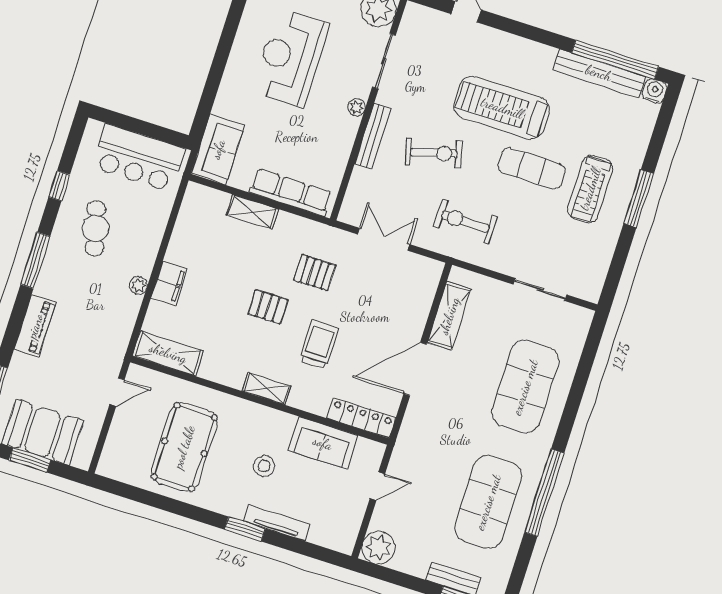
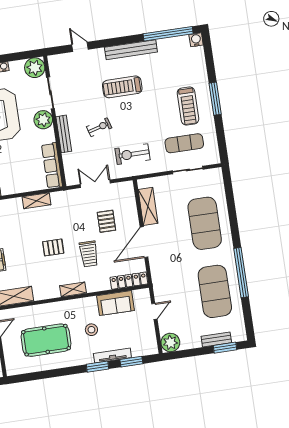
bench: (599, 73) -> (131, 50), moved
plant: (357, 107) -> (43, 120), width x1.87, depth x1.87
treadmill: (502, 108) -> (122, 87), width x0.73, depth x0.73
exercise bike: (434, 153) -> (99, 127), width x0.73, depth x0.72
exercise mat: (531, 168) -> (184, 143), moved
row of seats: (291, 192) -> (52, 165), moved, turned -90
shelving: (252, 212) -> (36, 201), moved
pallet: (315, 273) -> (106, 221), moved, turned 90
trolley: (319, 345) -> (89, 254), turned 180
pool table: (184, 447) -> (46, 340), turned 90
window: (302, 547) -> (131, 362), added

